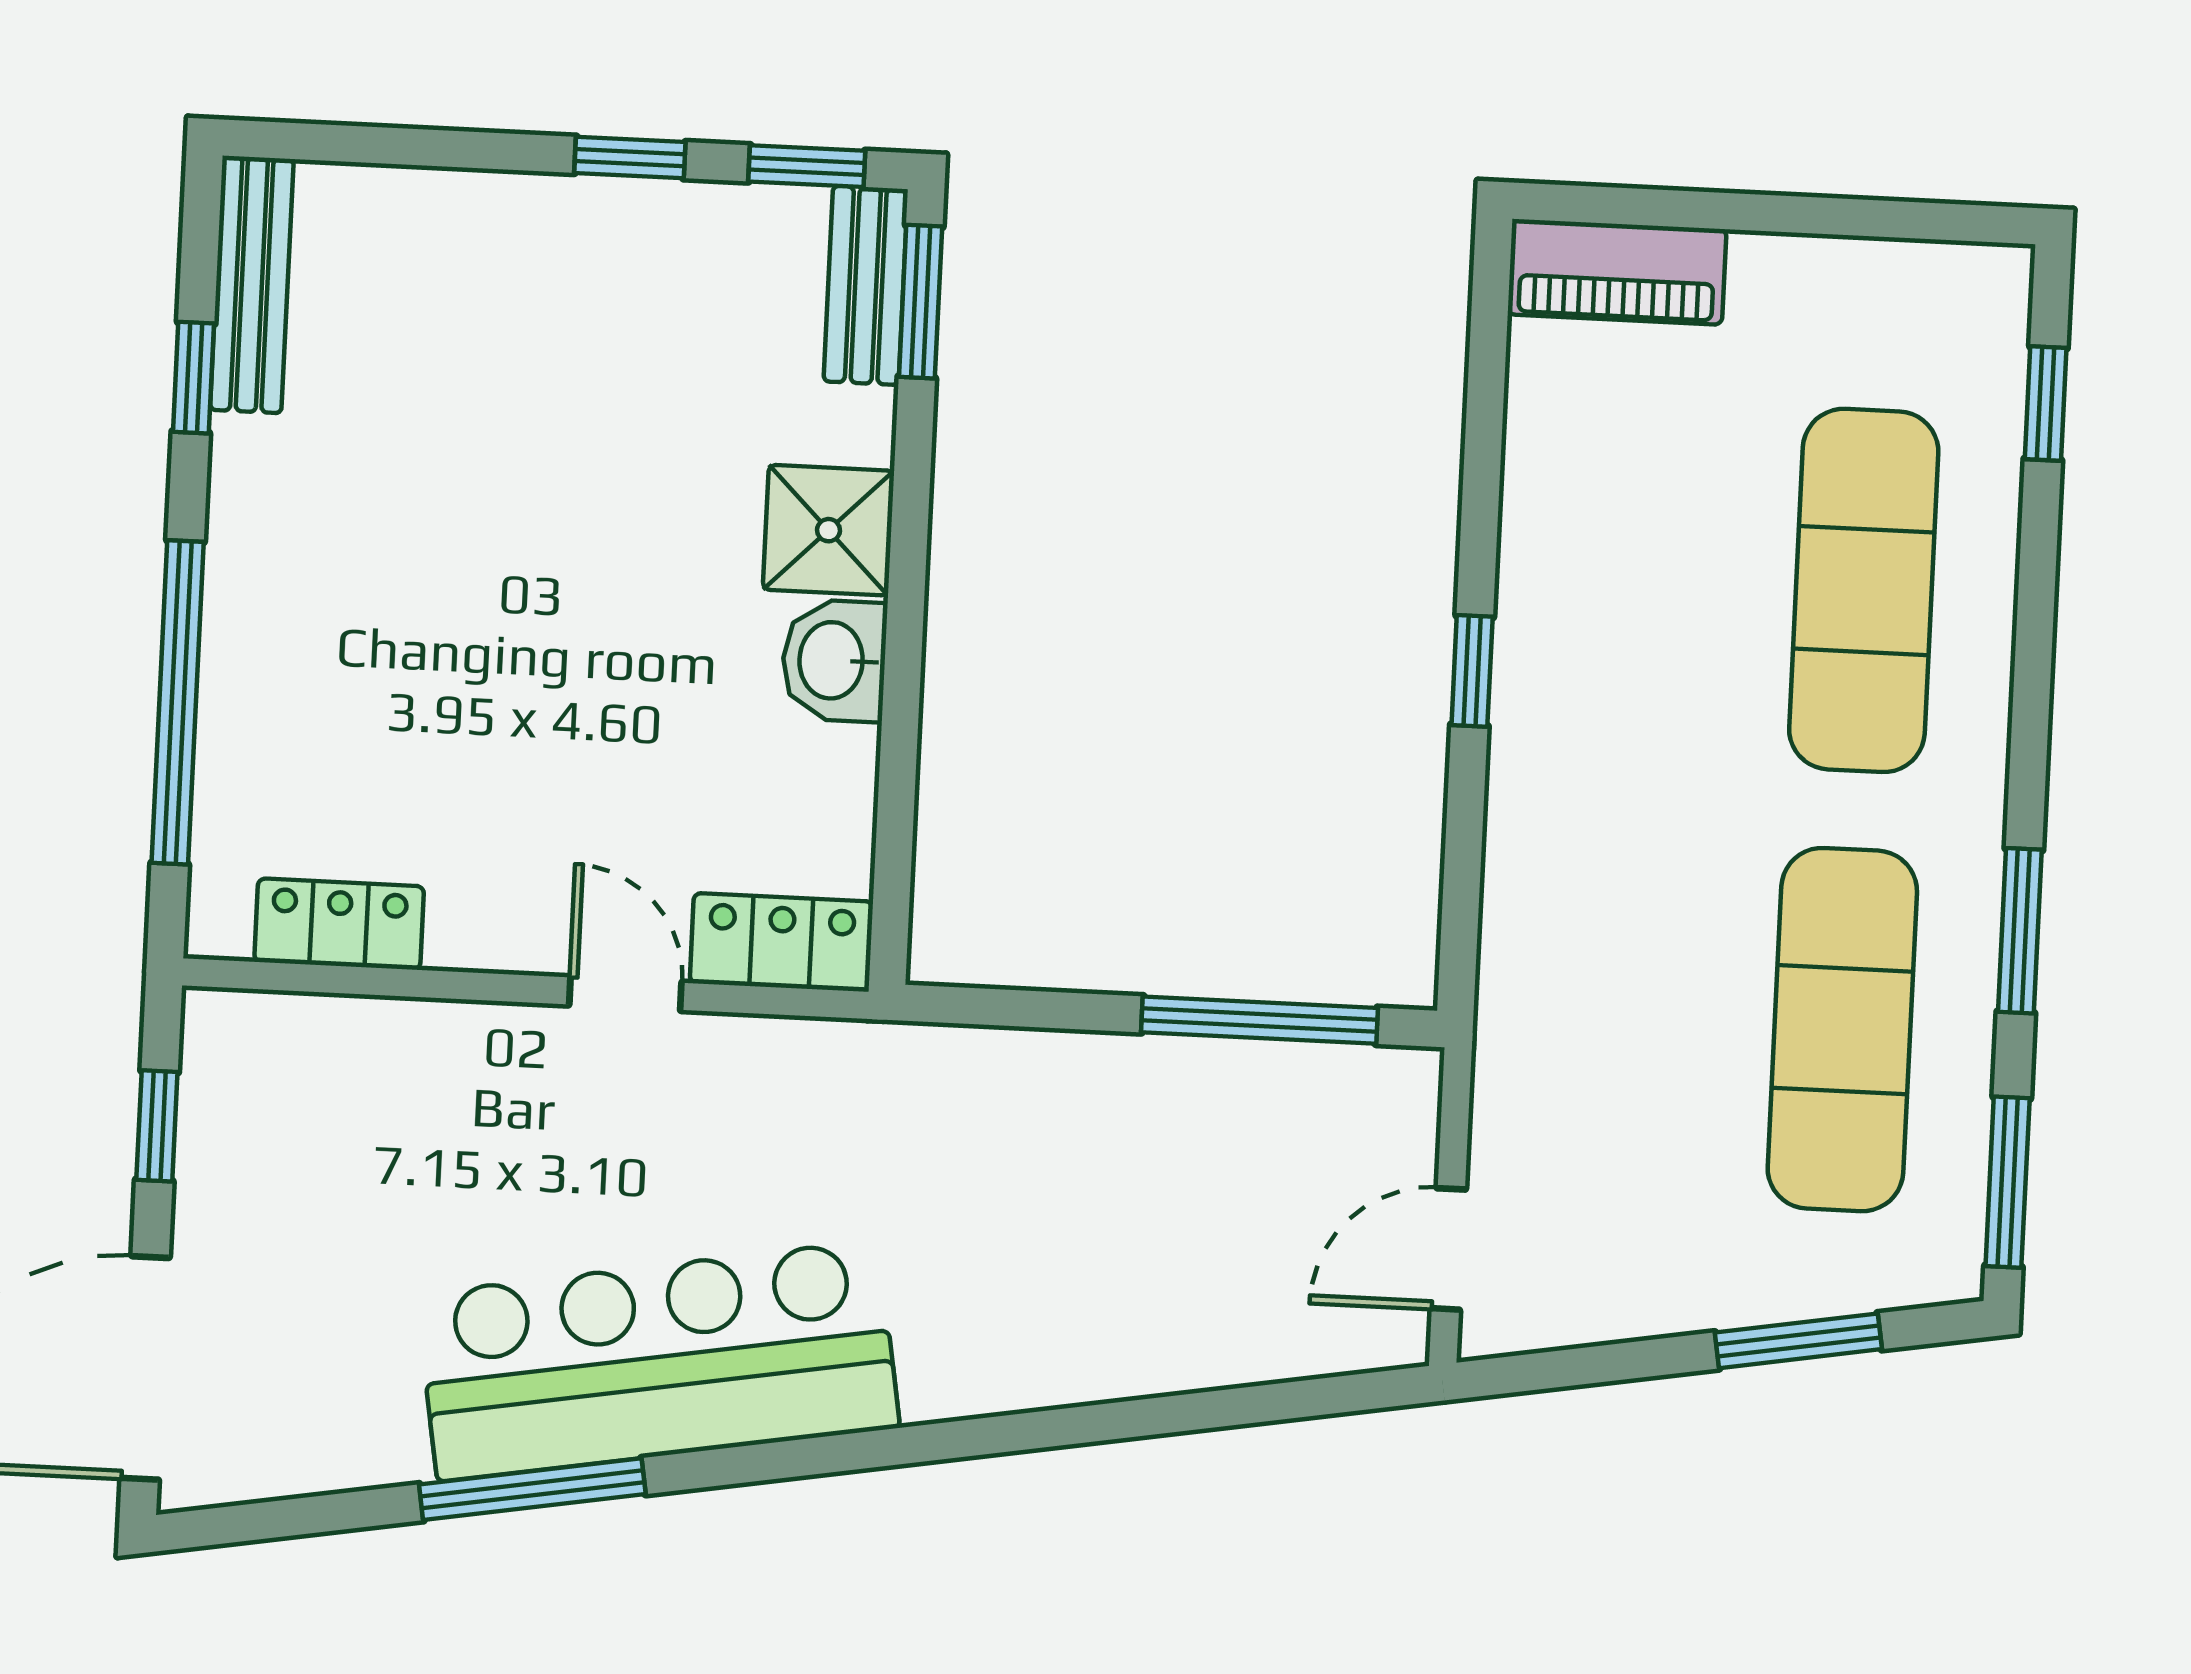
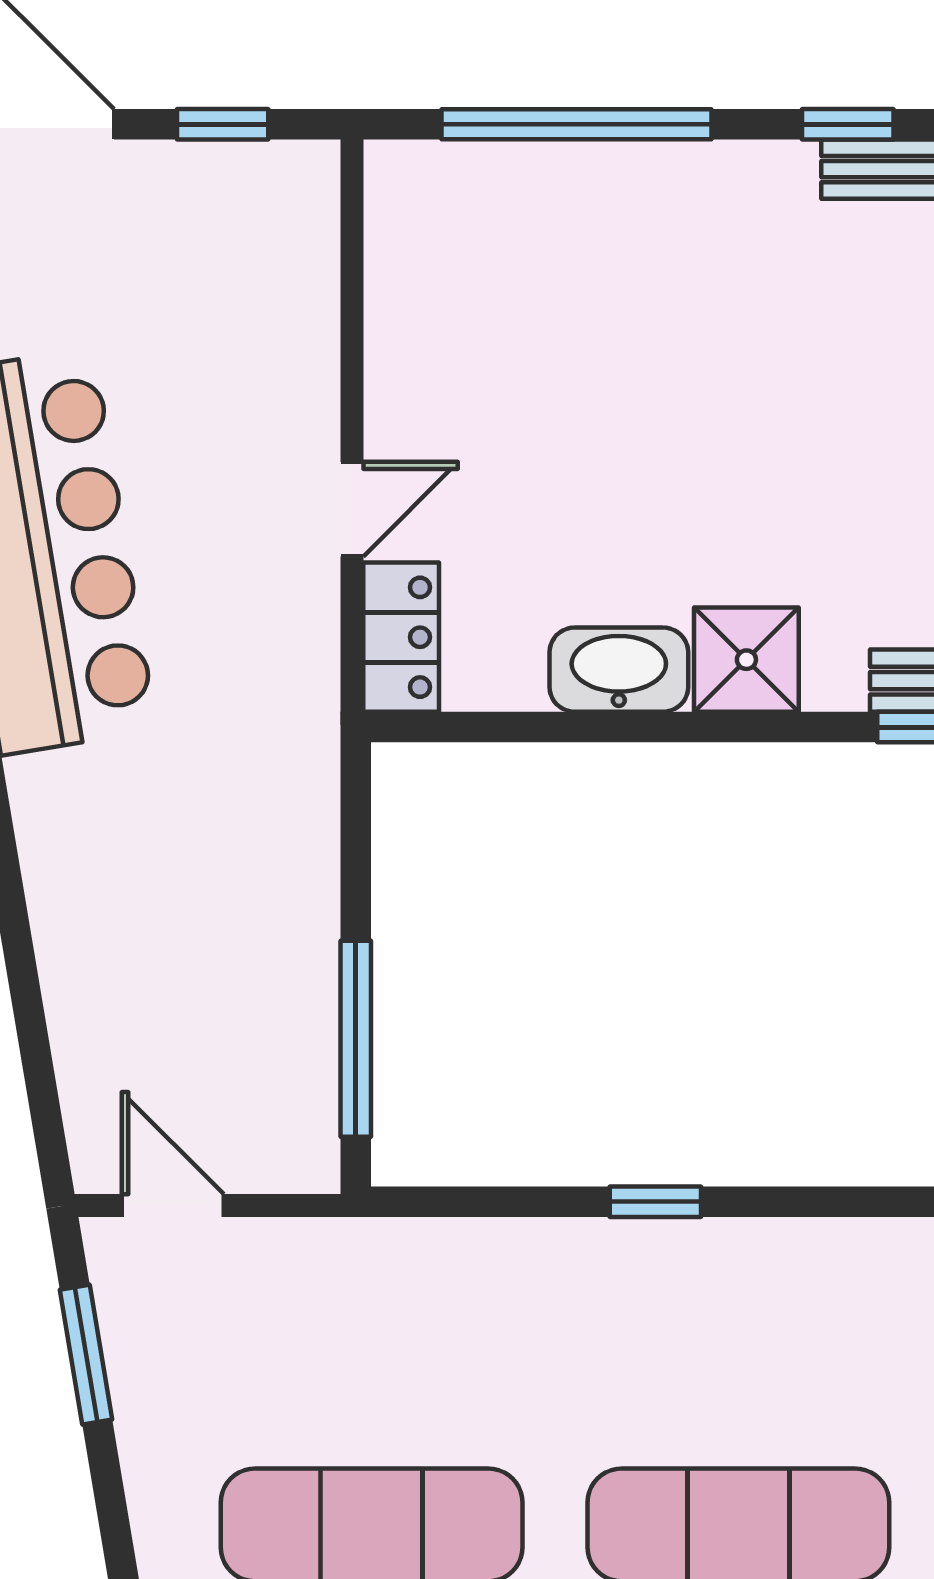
washbasin: (834, 660) -> (619, 670), width x1.38
locker: (339, 924) -> (398, 268), removed
window: (1798, 1341) -> (86, 1355), moved

